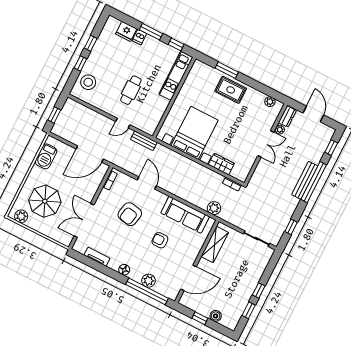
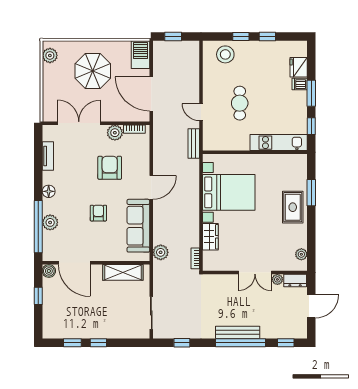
cafe table: (131, 90) -> (240, 103), turned 90
barbecue: (46, 156) -> (141, 55), moved, turned 90
door: (147, 183) -> (151, 187), moved
plant: (105, 197) -> (115, 133), added
parasol: (45, 201) -> (93, 71), moved
armchair: (130, 214) -> (110, 168), turned 79
boiler: (216, 316) -> (49, 271), moved

